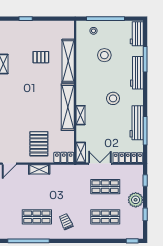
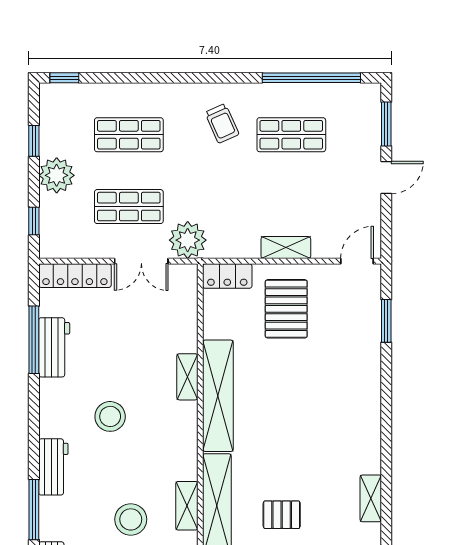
workbench: (137, 73) -> (53, 467), width x0.73
workbench: (137, 123) -> (54, 347), width x0.73
shelving: (81, 152) -> (187, 506), moved
plant: (80, 173) -> (188, 240), added

